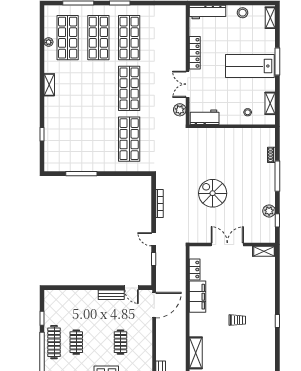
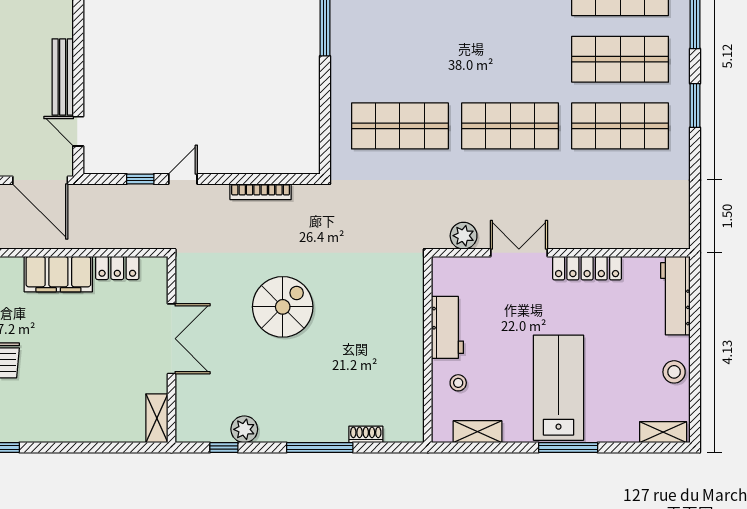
workbench: (205, 117) -> (447, 327), moved
door: (132, 288) -> (78, 131), hinge flipped
bench: (111, 295) -> (63, 77), width x1.36

